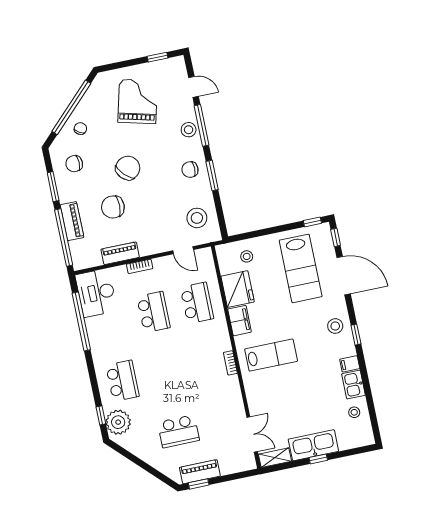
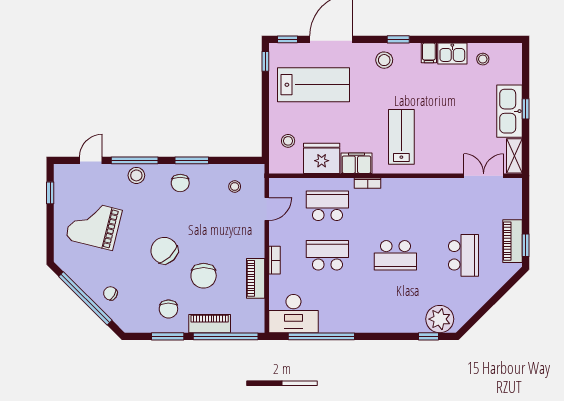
chair: (74, 164) -> (168, 309), moved
stool: (197, 218) -> (235, 187), width x0.53, depth x0.53
bookcase: (230, 363) -> (368, 183), moved
school desk: (122, 381) -> (395, 255), moved, turned 180

